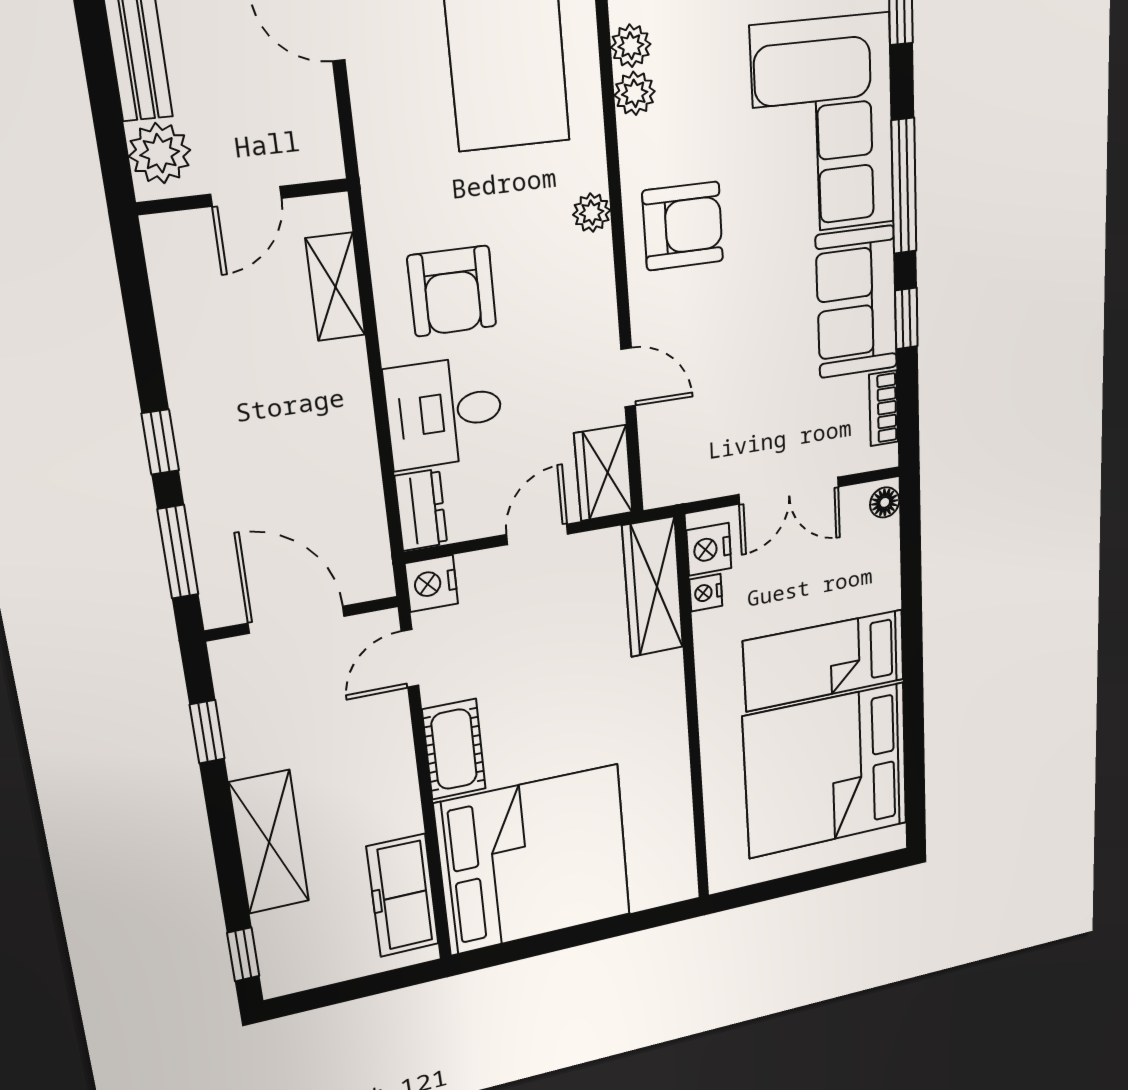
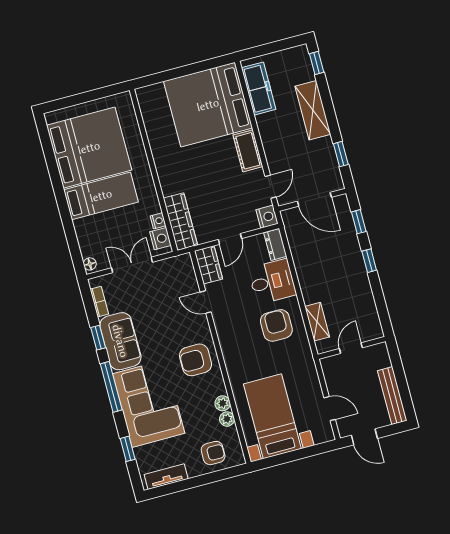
plant: (160, 153) -> (380, 358), removed
plant: (592, 213) -> (231, 360), removed
window: (178, 552) -> (359, 222), width x0.67

